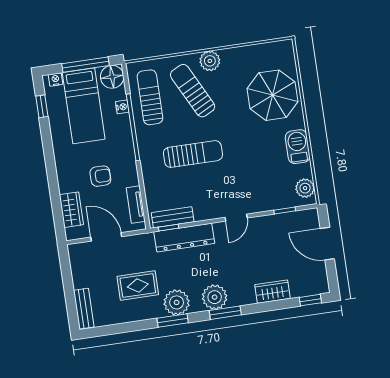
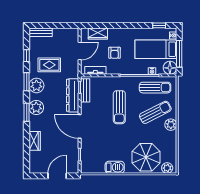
plant: (305, 188) -> (167, 168), moved
door: (236, 218) -> (80, 126), width x1.88
rug: (138, 286) -> (49, 65), turned 90
window: (310, 300) -> (27, 56), moved

